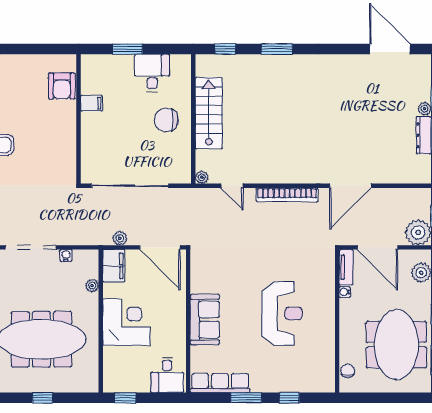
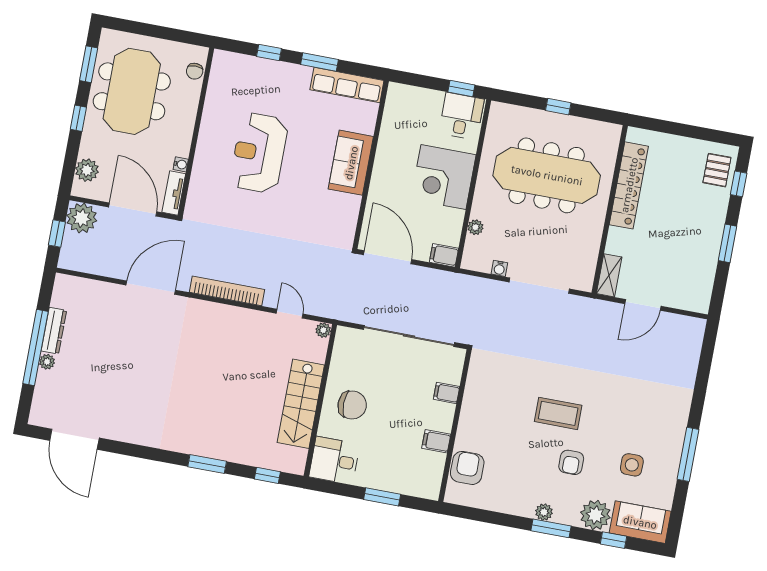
desk: (152, 73) -> (334, 460), moved, turned 90
filing cabinet: (90, 145) -> (446, 393), added
plant: (120, 238) -> (433, 277), removed
filing cabinet: (114, 266) -> (444, 255), width x0.50
desk: (167, 375) -> (461, 116), moved

